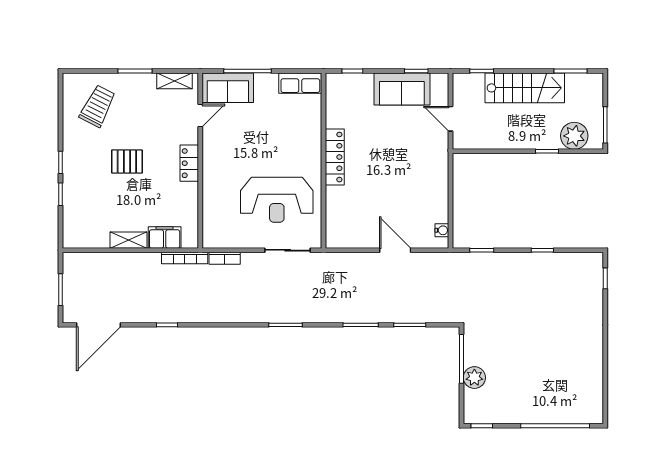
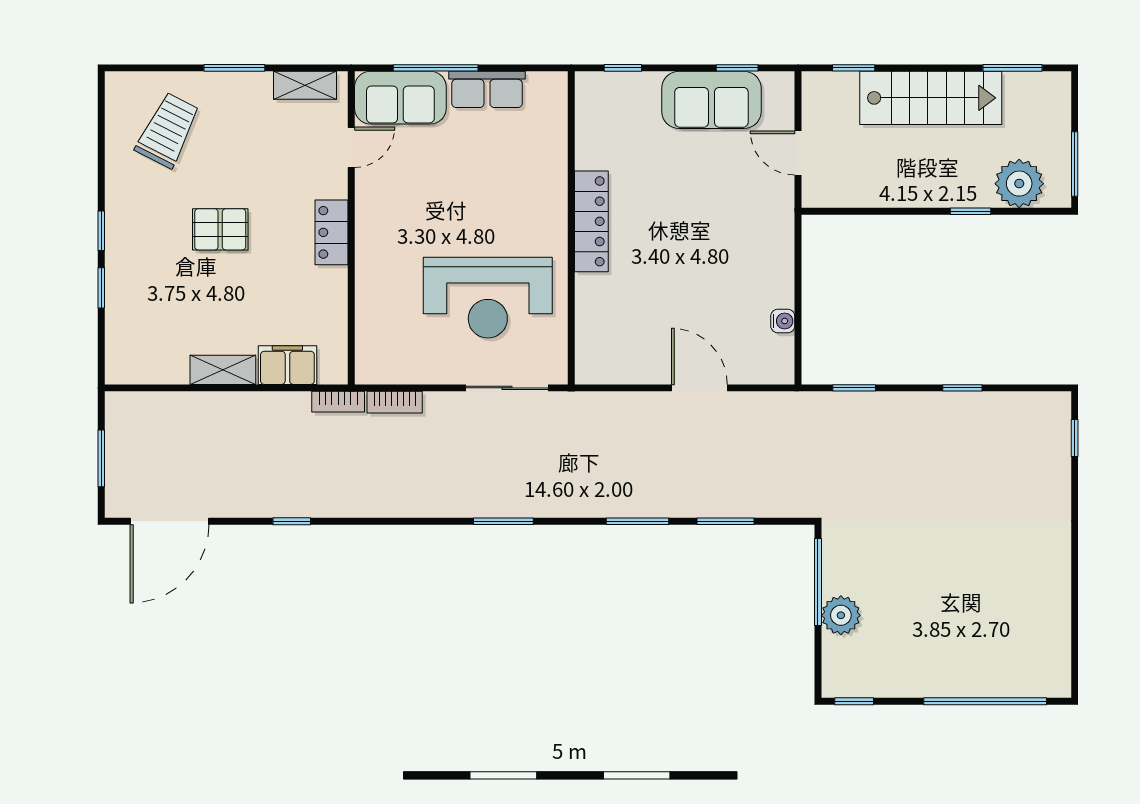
row of seats: (300, 83) -> (487, 89), moved
water cooler: (442, 230) -> (783, 321), moved
bookcase: (185, 258) -> (338, 402), width x0.64

